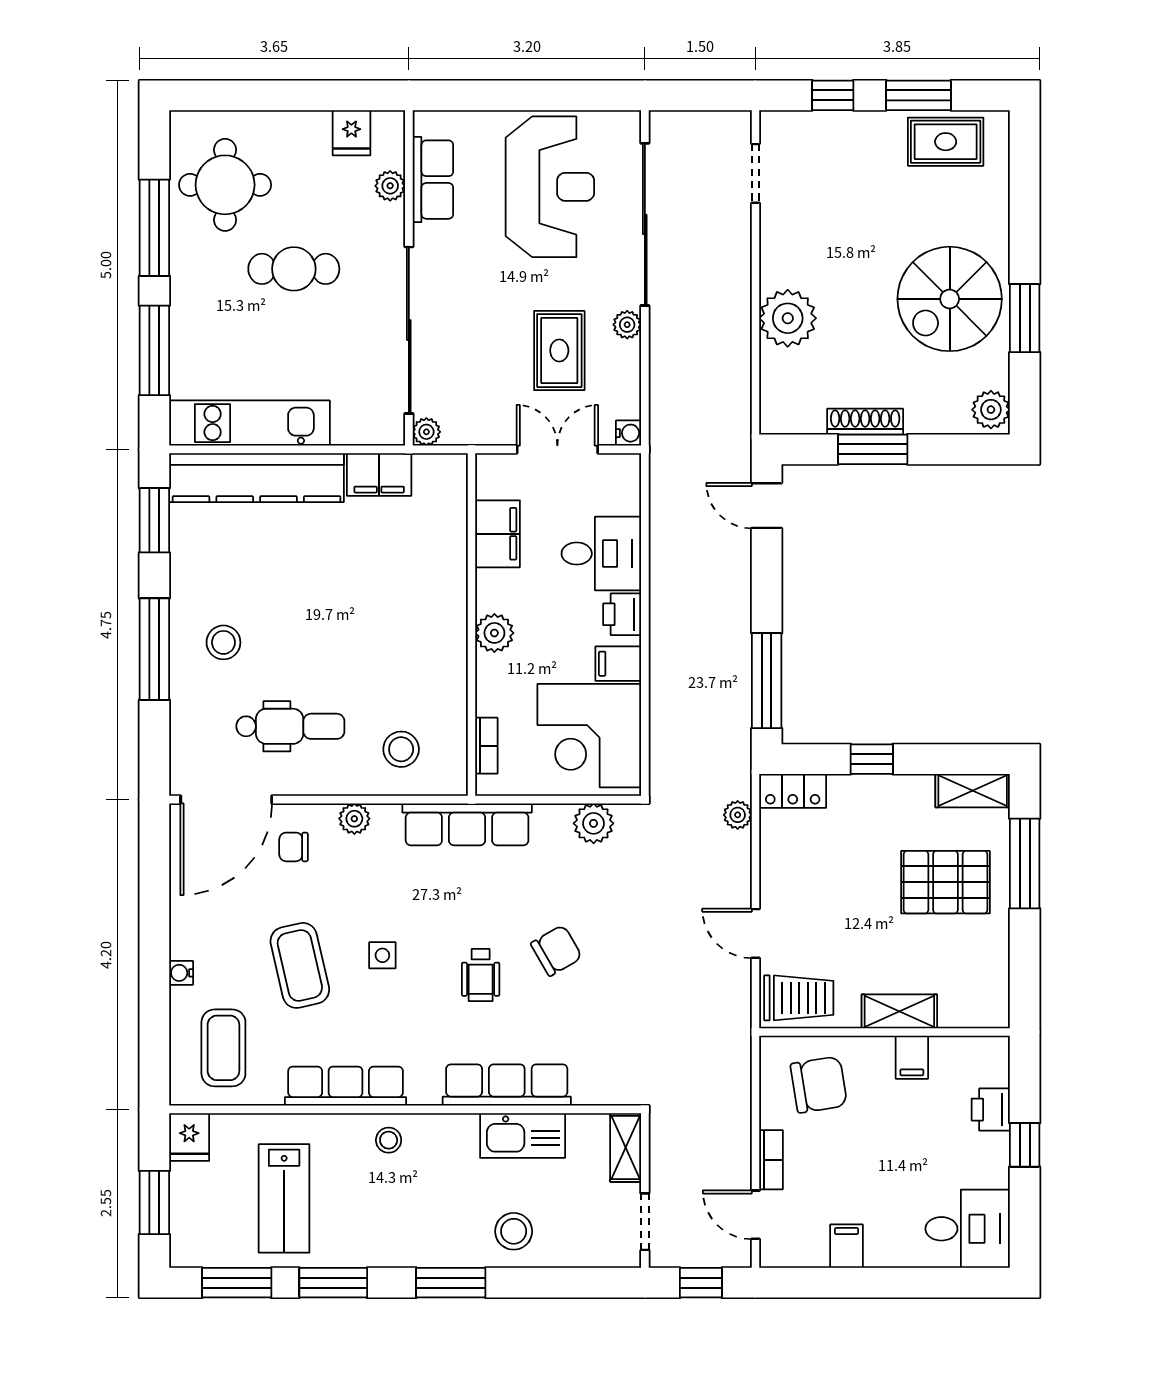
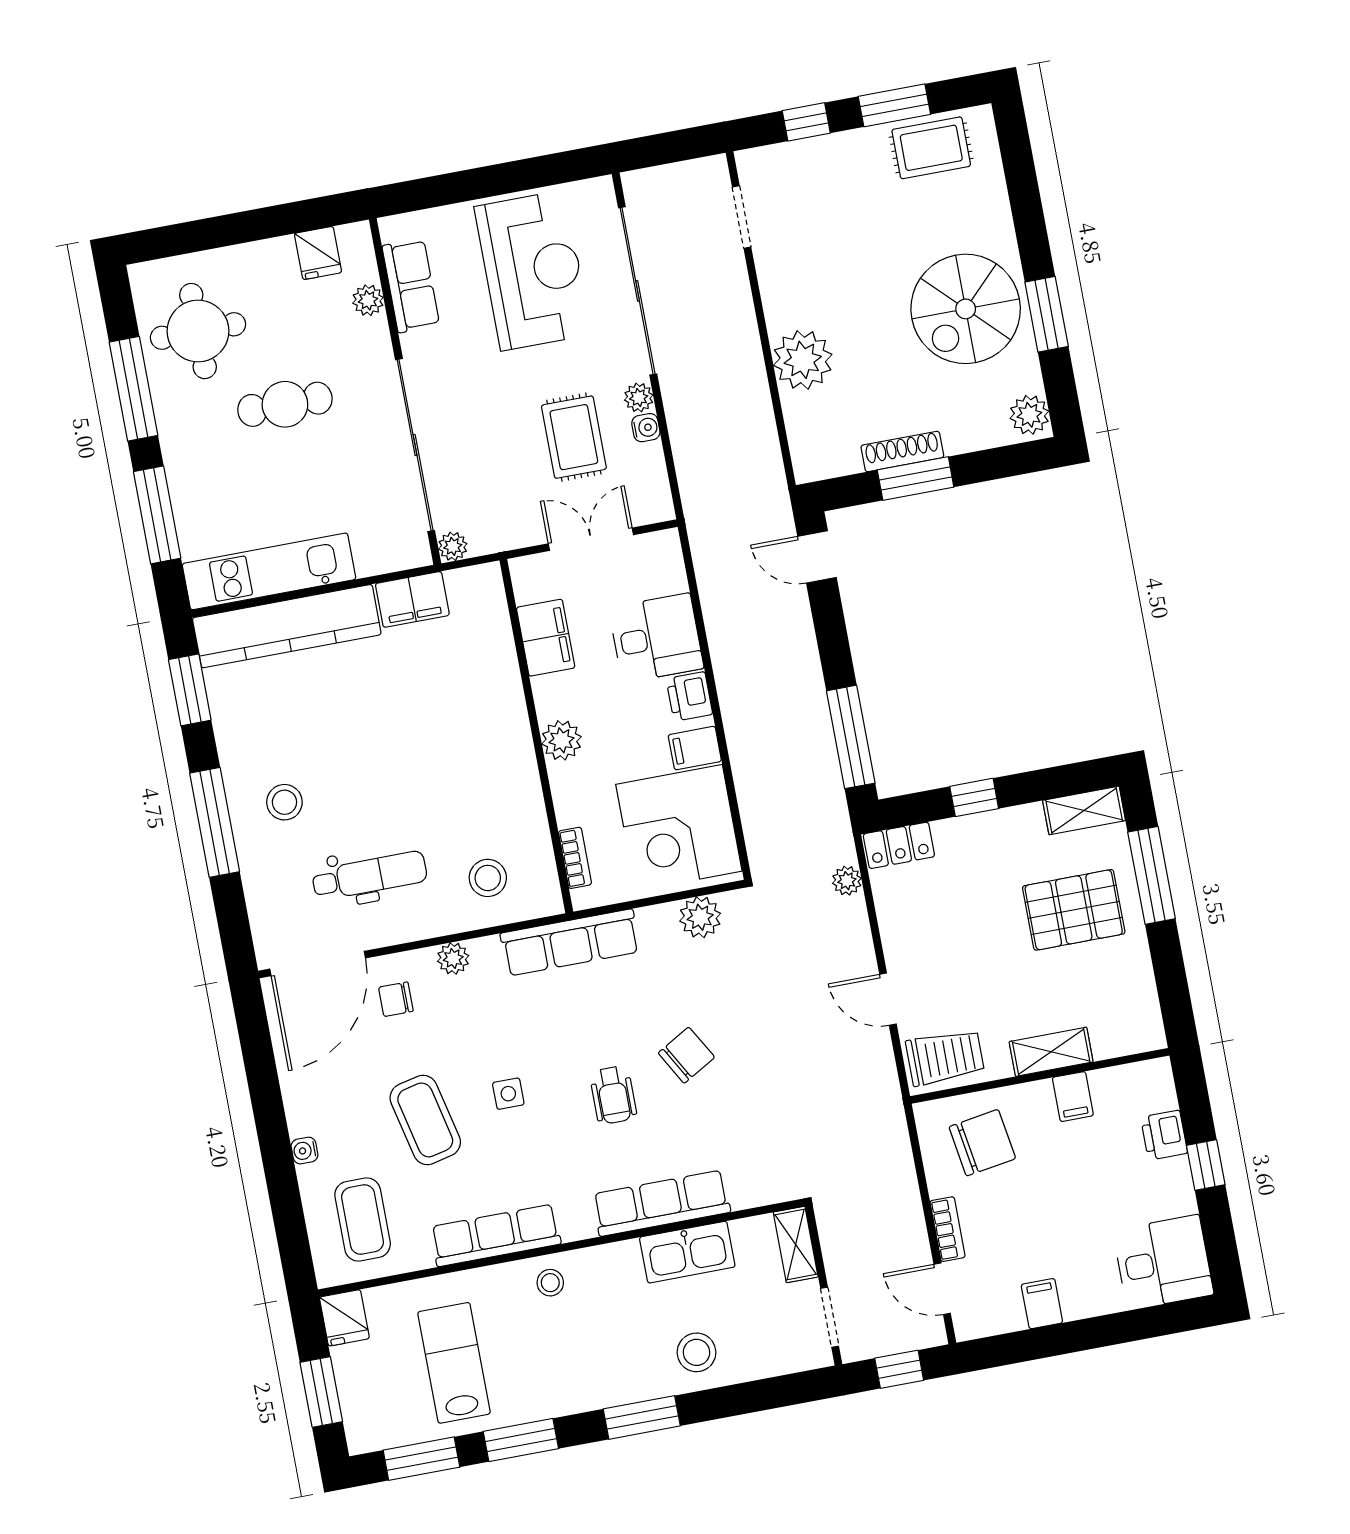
water cooler: (629, 433) -> (646, 428), moved
lab bench: (284, 1198) -> (454, 1363), turned 180

